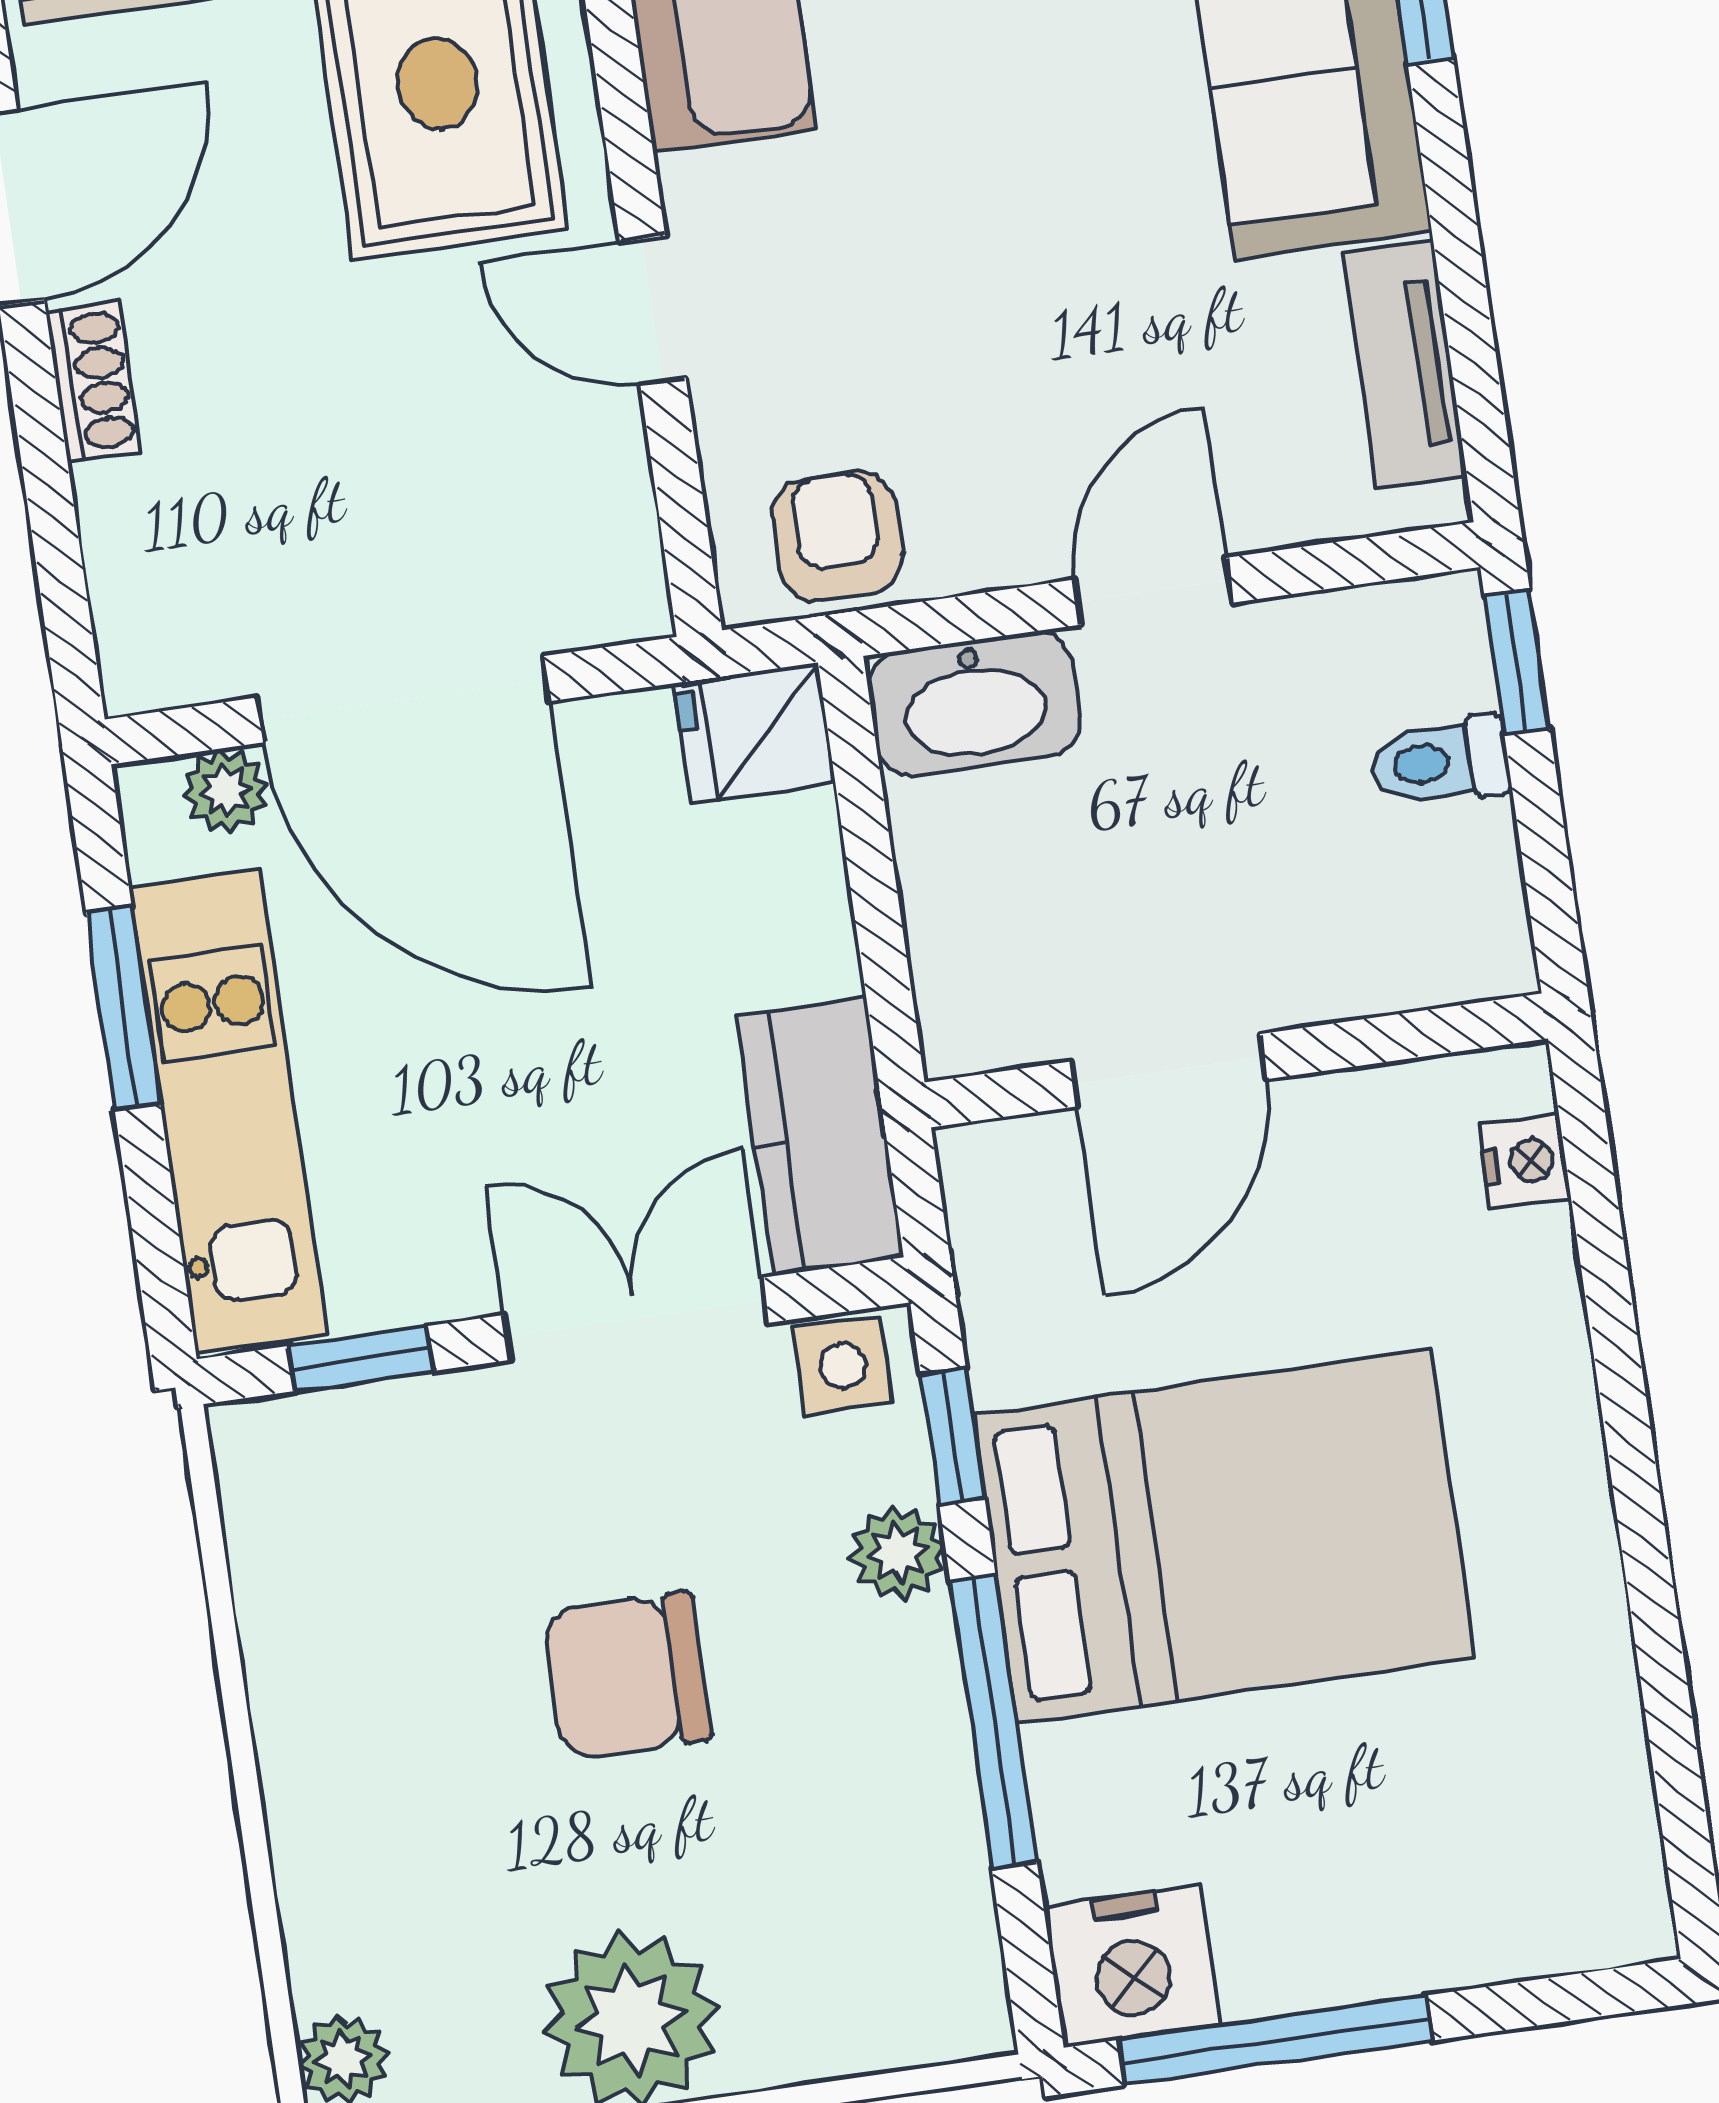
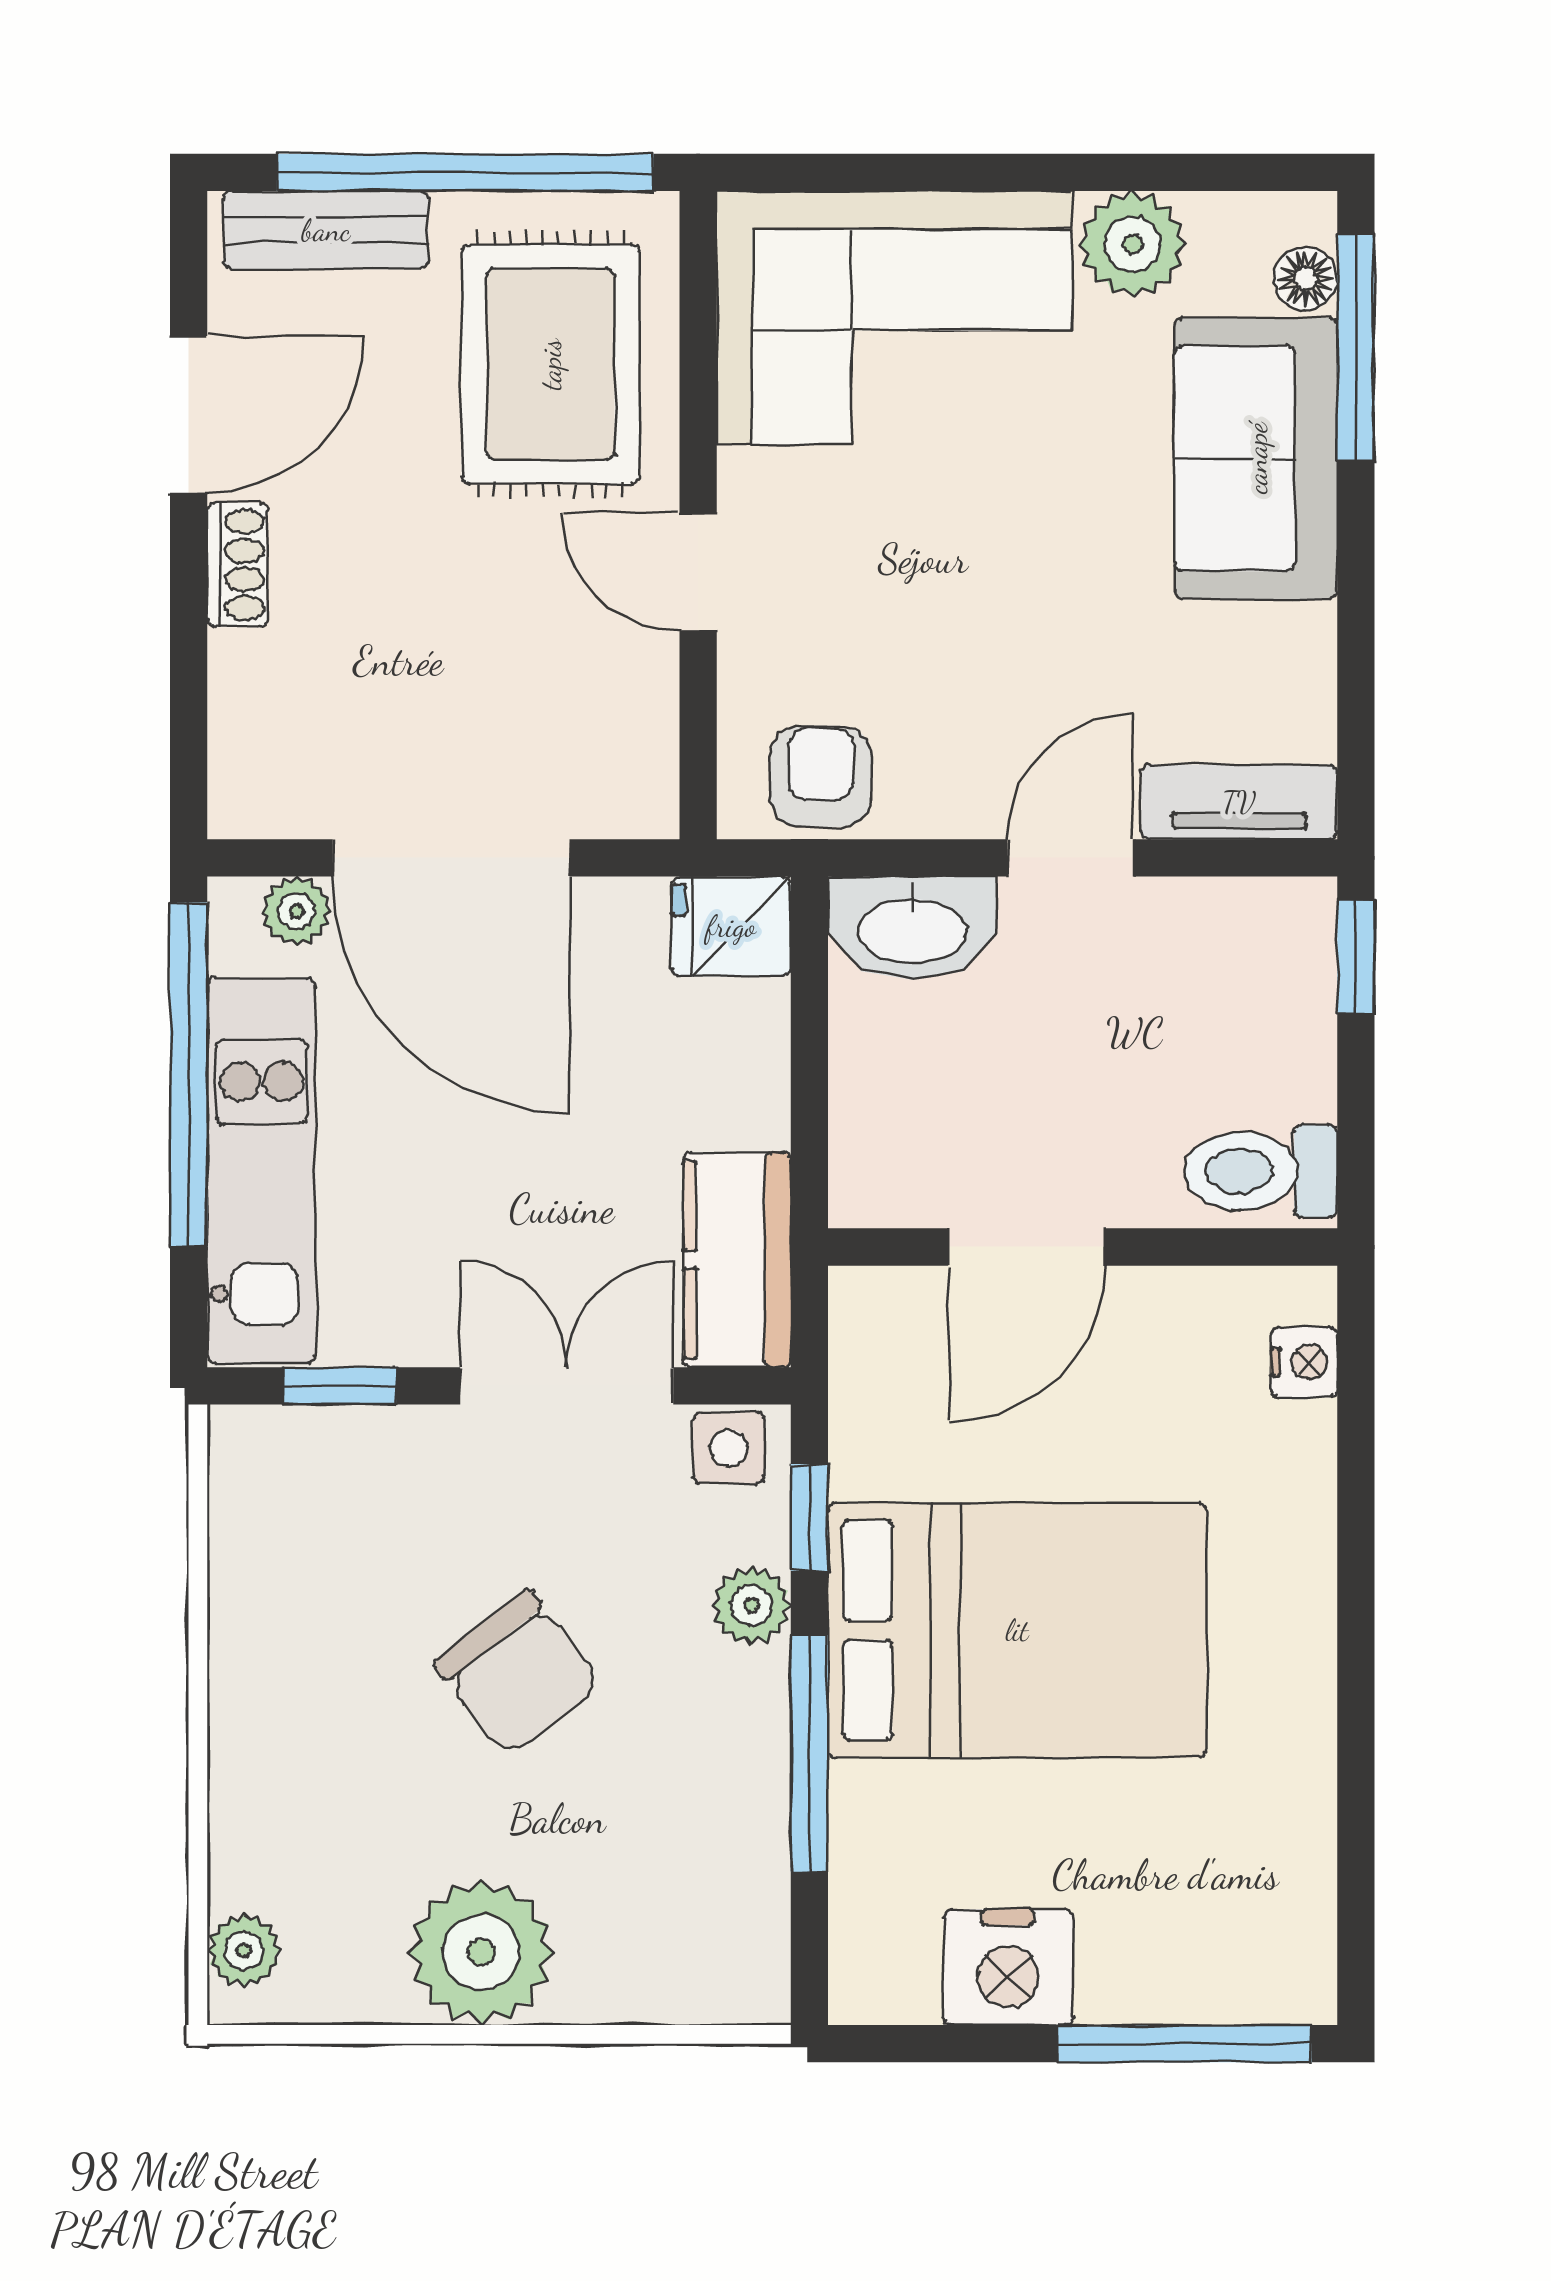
tv unit: (1405, 365) -> (1239, 802), moved, turned 90
toilet: (1440, 762) -> (1261, 1171), moved, width x1.37, depth x1.39
window: (123, 1008) -> (189, 1075), width x2.11
chair: (627, 1676) -> (518, 1673), turned -128
nightstand: (1132, 1966) -> (1008, 1967), moved
window: (1275, 2040) -> (1185, 2044), moved

